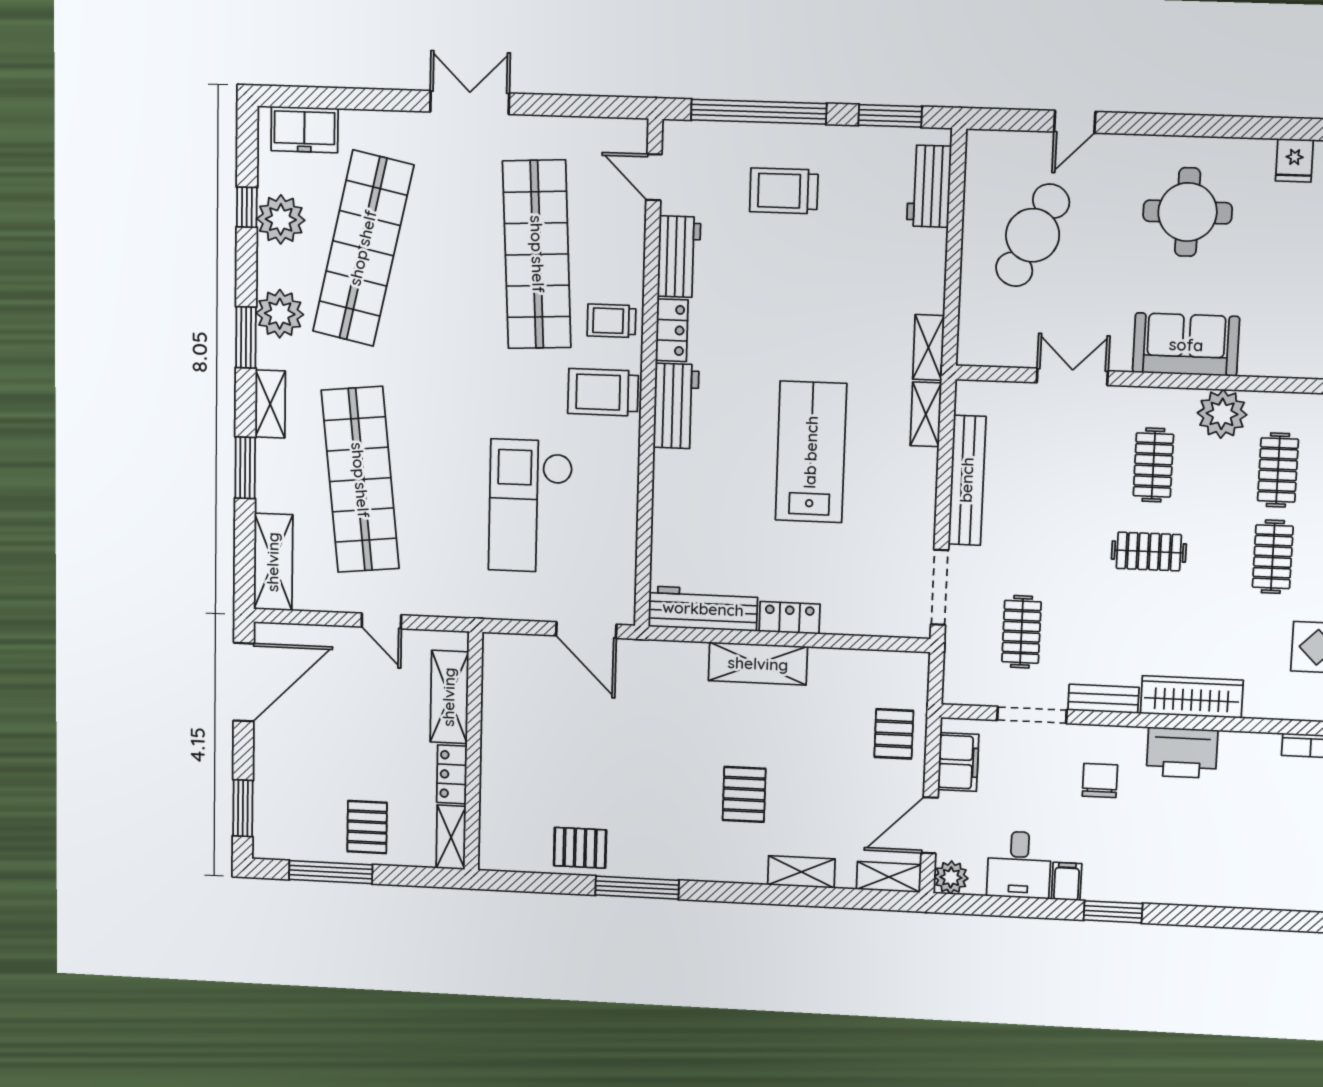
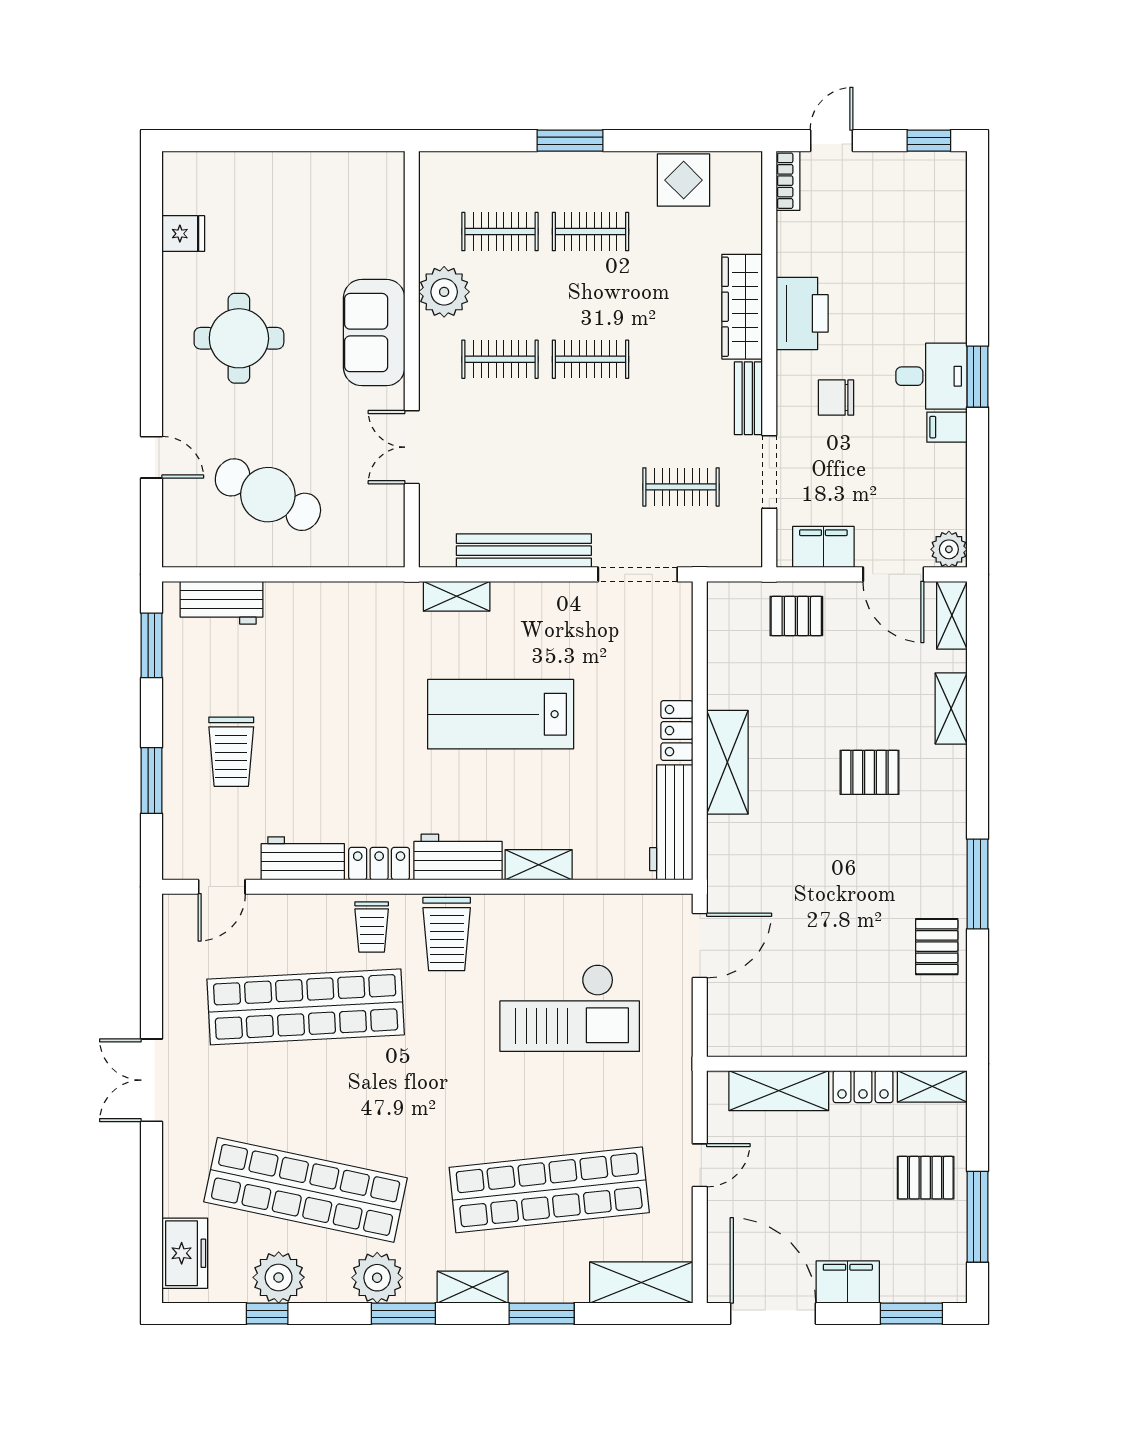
window: (759, 112) -> (151, 780), width x0.47
shelving: (928, 347) -> (539, 865), moved
clothes rail: (1149, 552) -> (590, 359), turned 90
filing cabinet: (272, 752) -> (848, 1282), added
desk: (1019, 865) -> (931, 376), moved

